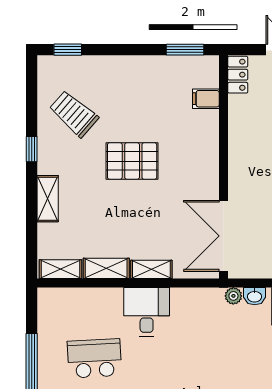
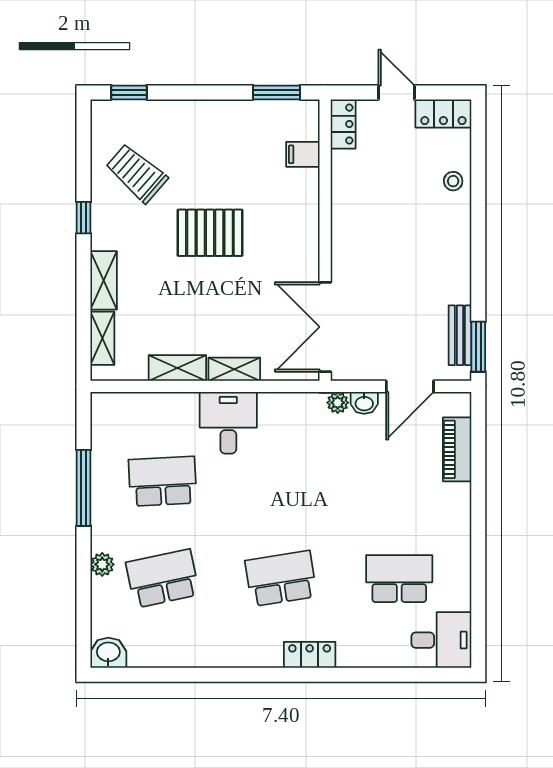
shelving: (61, 269) -> (102, 338), moved, turned 90

